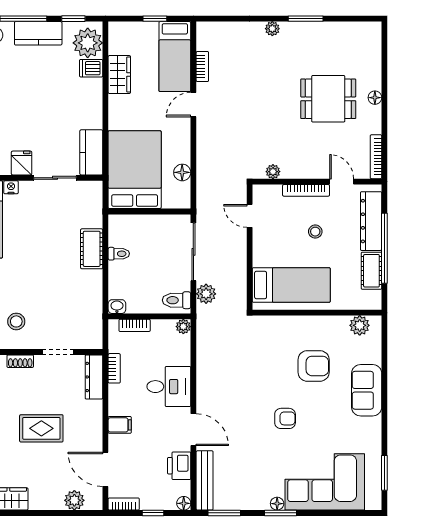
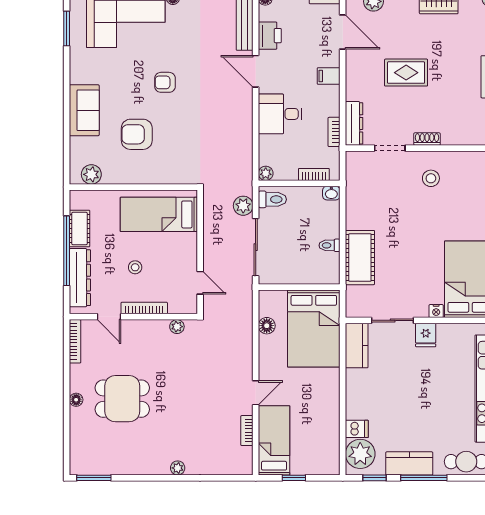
window: (306, 19) -> (94, 478), moved
wardrobe: (119, 75) -> (329, 423), removed
cot: (92, 249) -> (360, 258), width x1.37, depth x1.34

